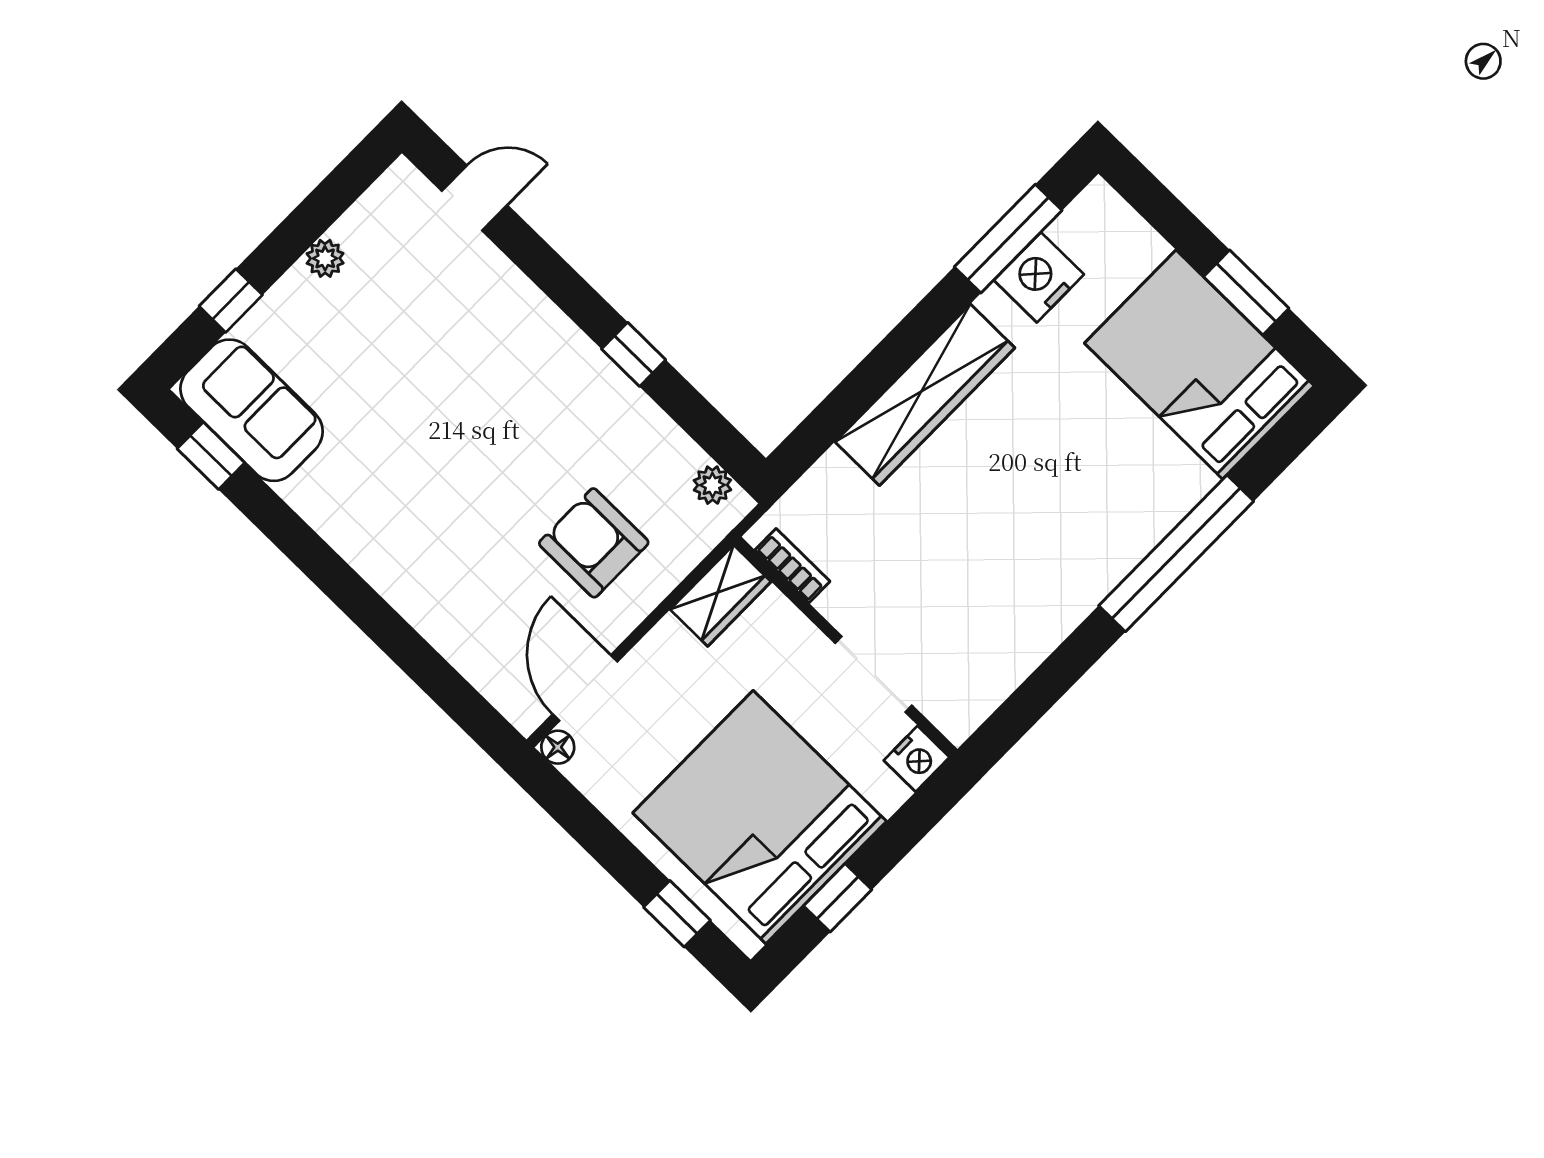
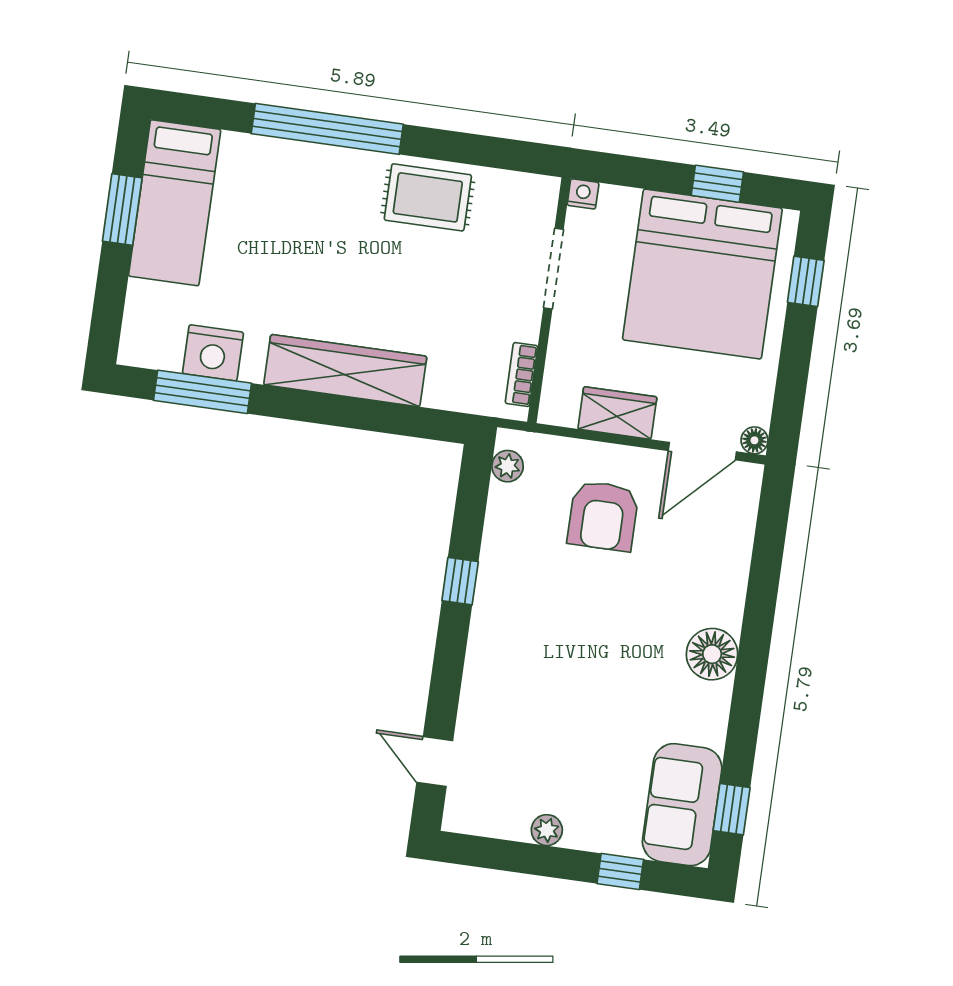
bed: (1199, 365) -> (175, 203), width x0.67
floor lamp: (378, 549) -> (712, 654), added
wardrobe: (721, 596) -> (617, 413), moved
rug: (1035, 602) -> (428, 197), added
nightstand: (917, 759) -> (583, 194), width x0.72, depth x0.74

